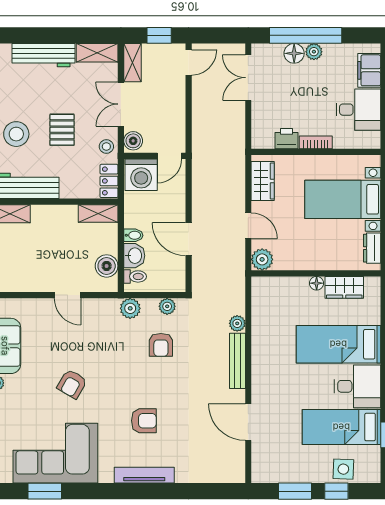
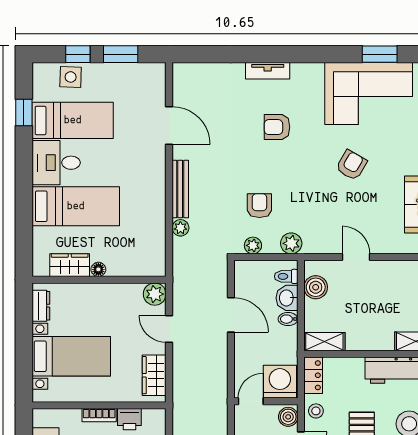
tv unit: (144, 475) -> (268, 71), width x0.71

